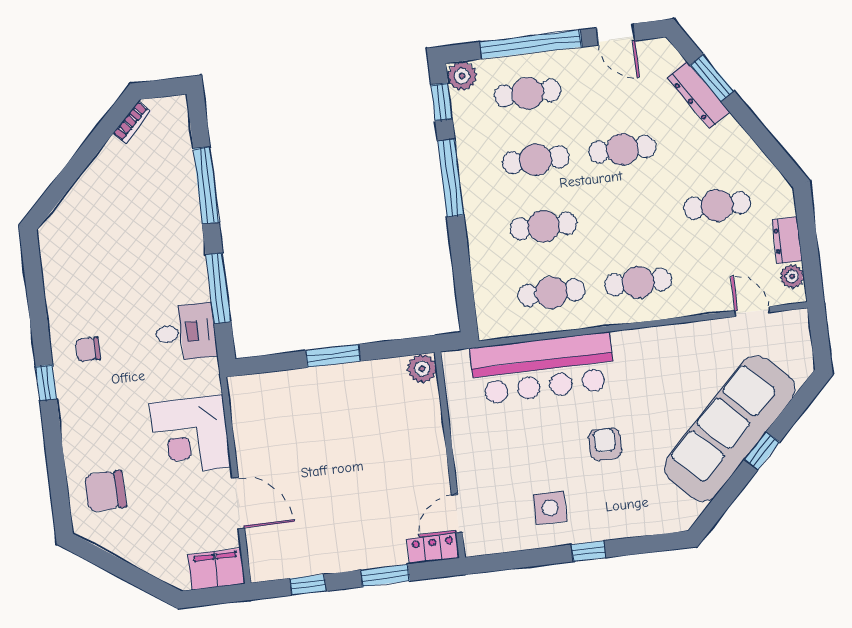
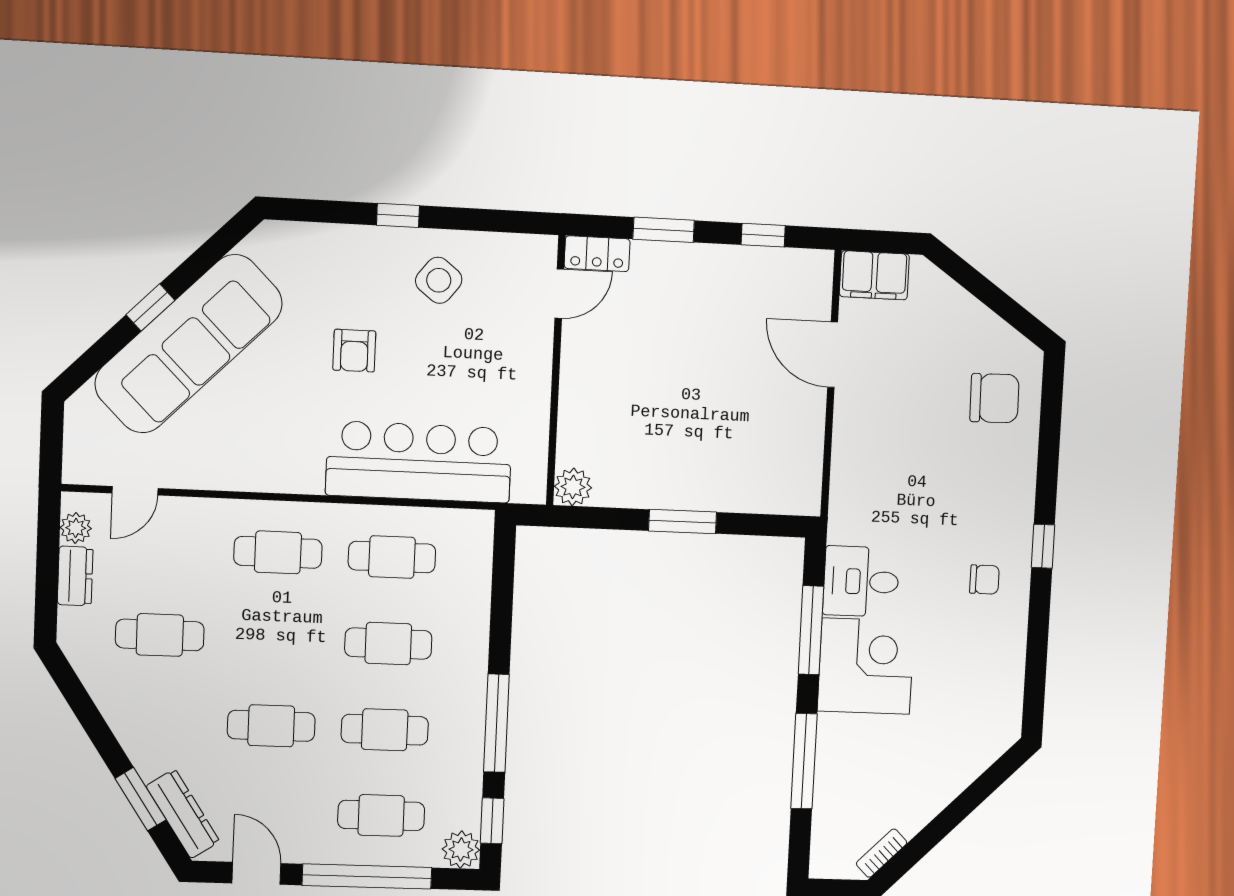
dresser: (698, 95) -> (183, 814), moved
door: (752, 311) -> (135, 491), hinge flipped
corner desk: (190, 435) -> (866, 666), moved
side table: (550, 508) -> (439, 280), turned 38

